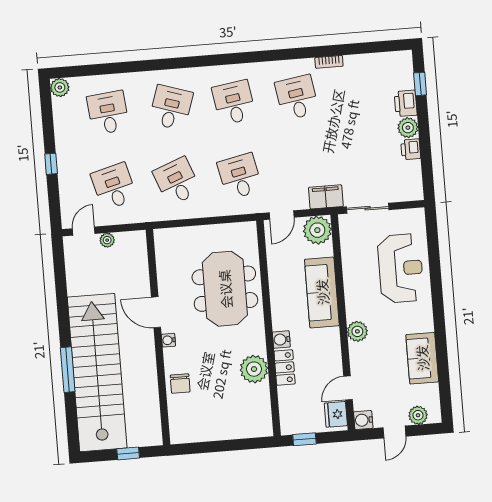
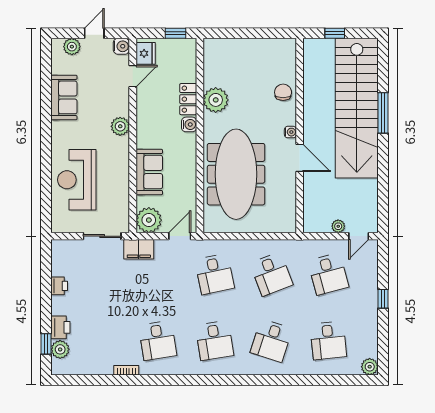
plant: (408, 128) -> (60, 349), moved
meeting table: (225, 289) -> (236, 174), width x1.36
sofa: (322, 292) -> (149, 172), width x0.73

